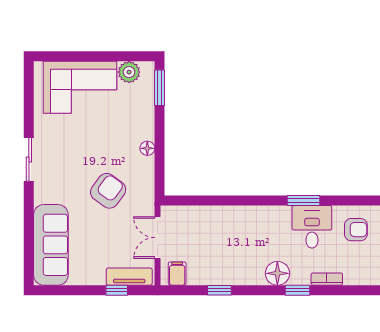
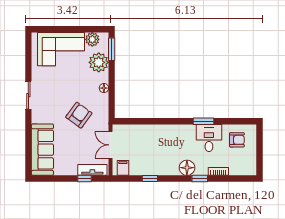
plant: (139, 108) -> (99, 62), added

